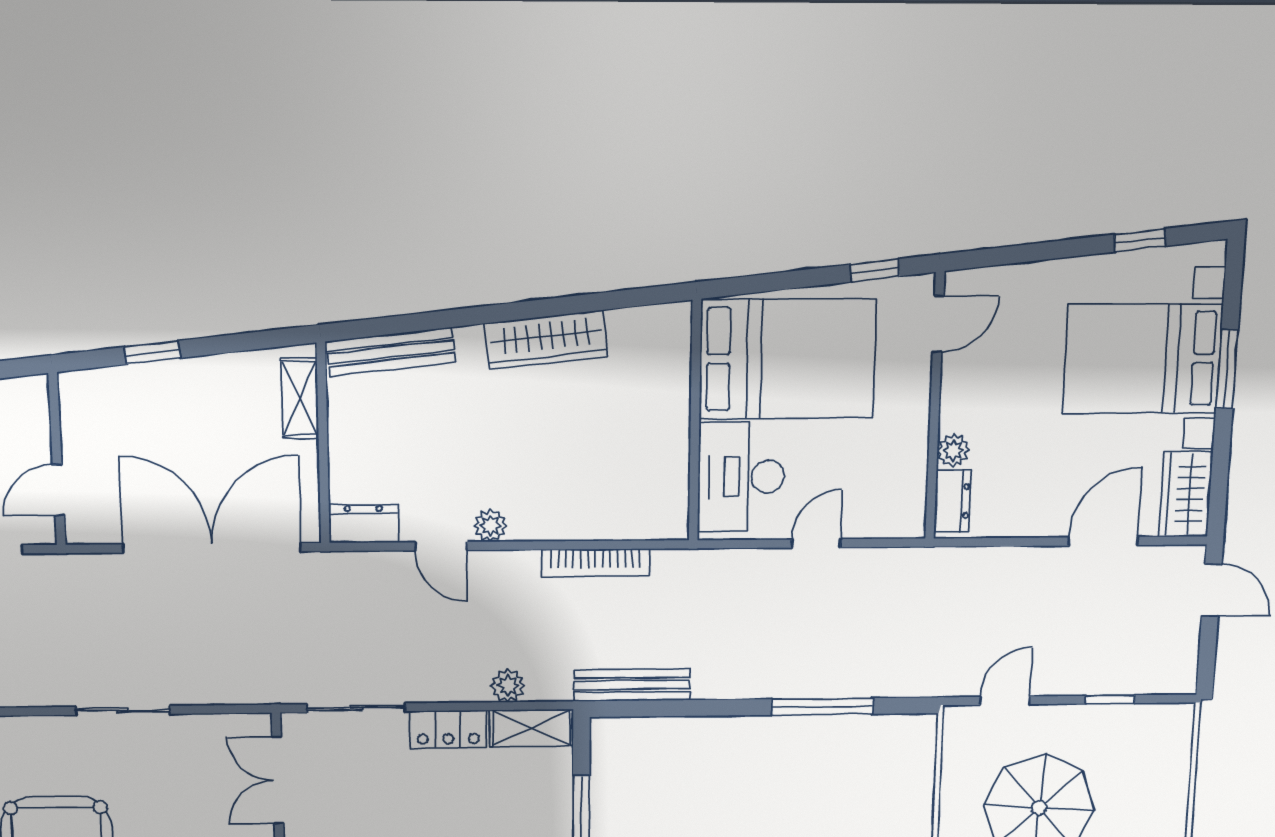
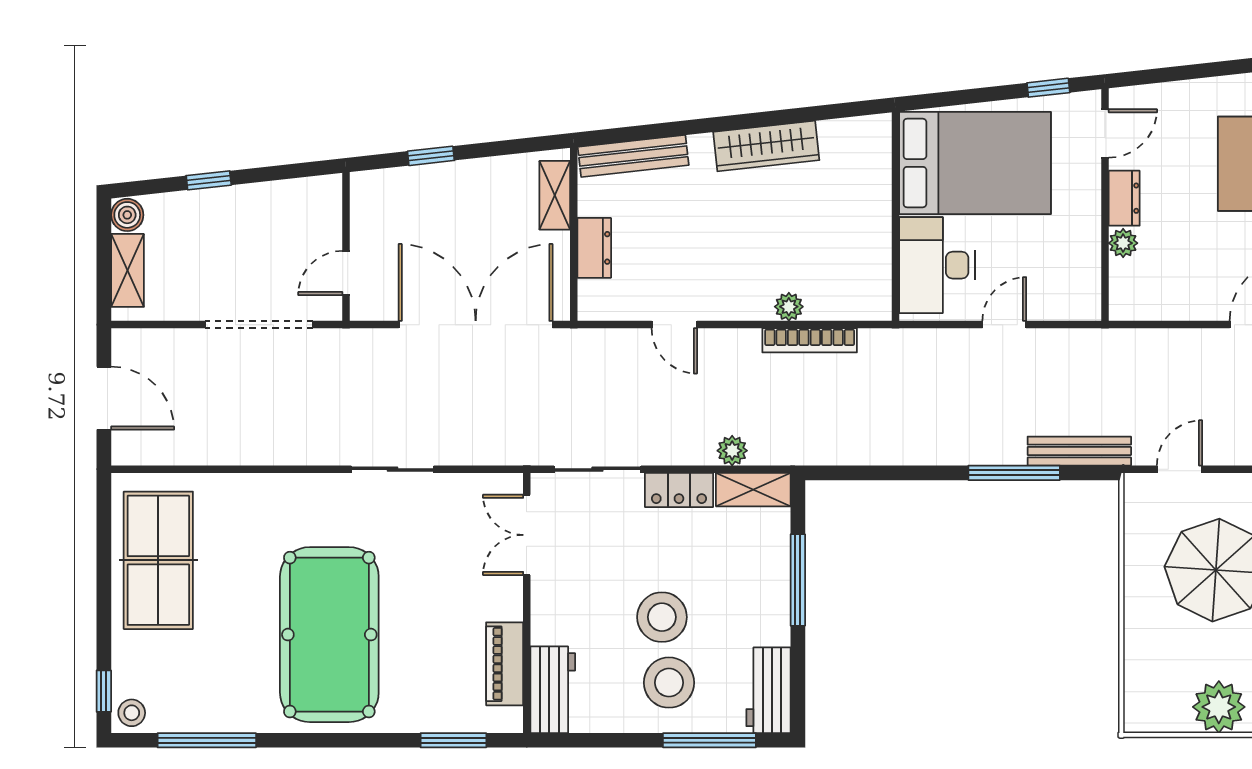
dresser: (952, 501) -> (1124, 198), moved
dresser: (364, 524) -> (594, 248), moved, turned 90
plant: (490, 526) -> (789, 307), moved
bench: (632, 685) -> (1079, 451), moved

